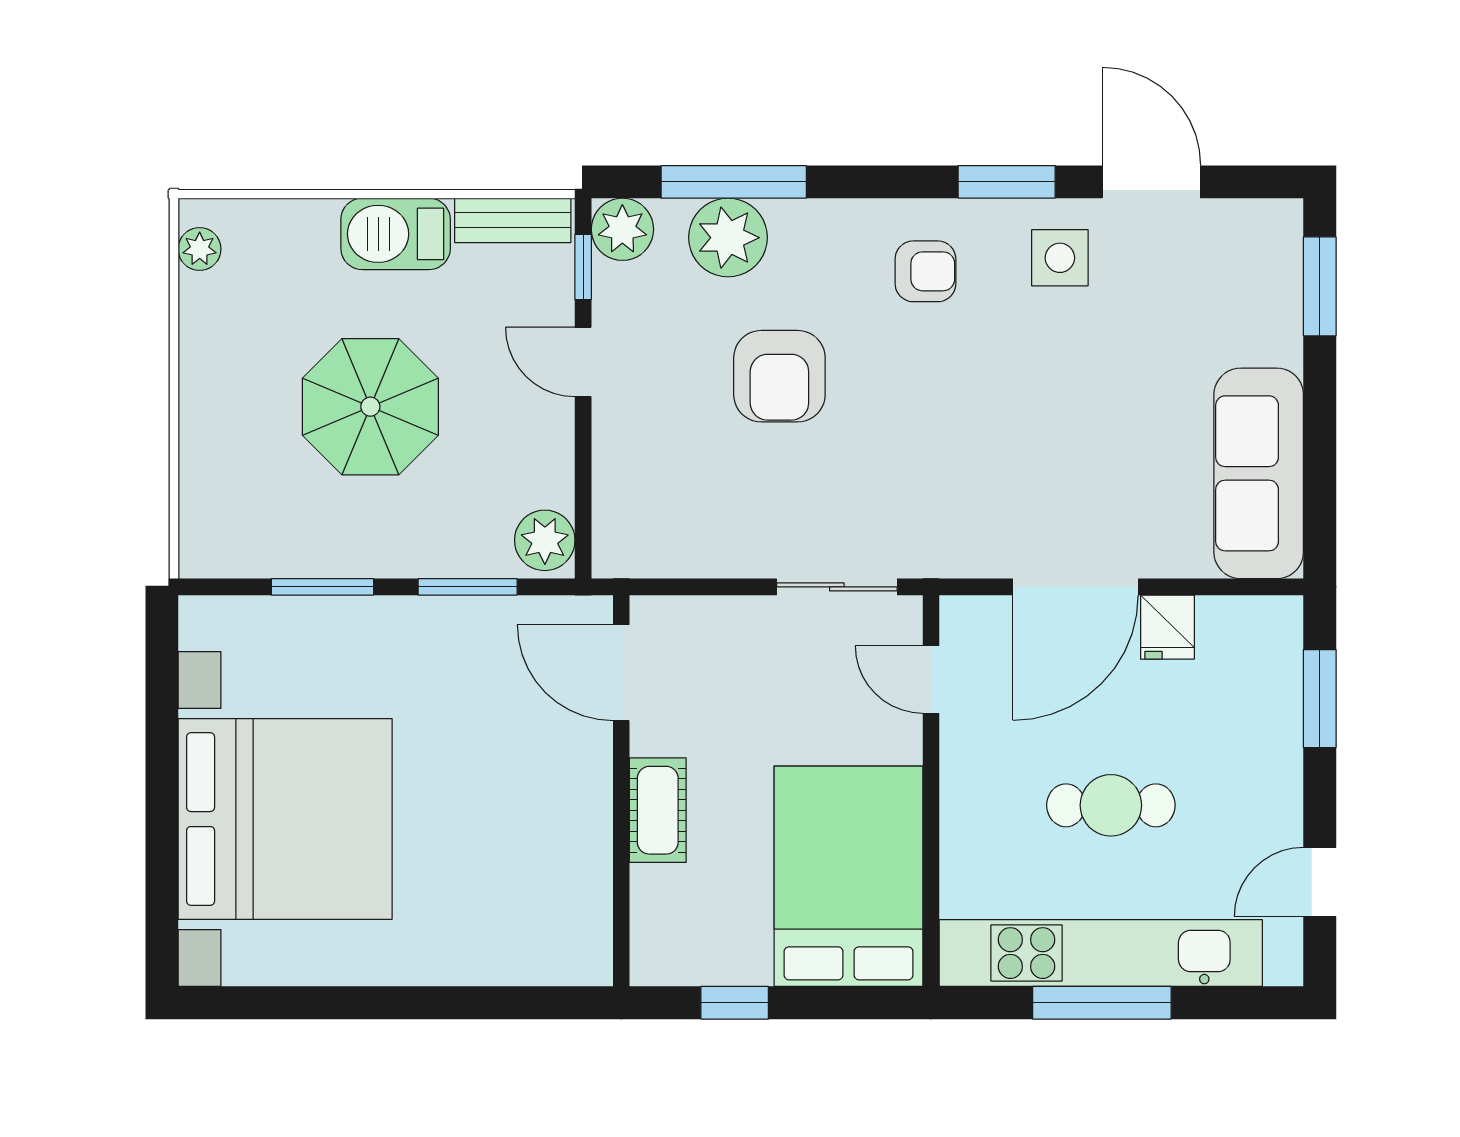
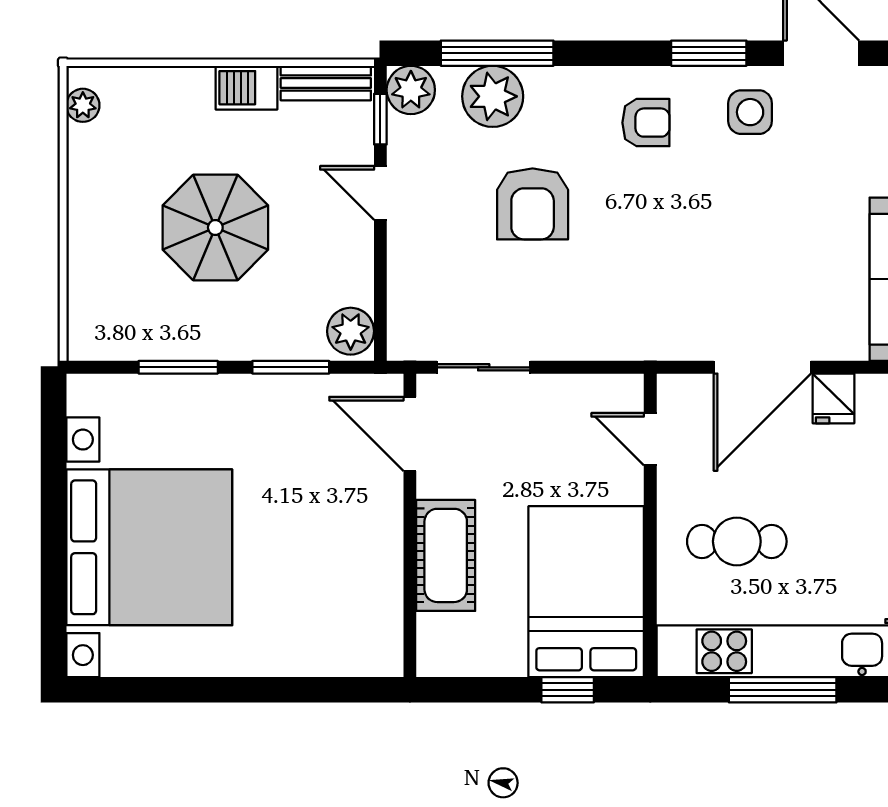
barbecue: (396, 234) -> (247, 88), width x0.73, depth x0.79
sliding door: (837, 587) -> (484, 367), moved
cafe table: (1111, 805) -> (737, 541), moved
cot: (658, 810) -> (446, 555), width x1.37, depth x1.34
window: (735, 1003) -> (568, 690), moved

